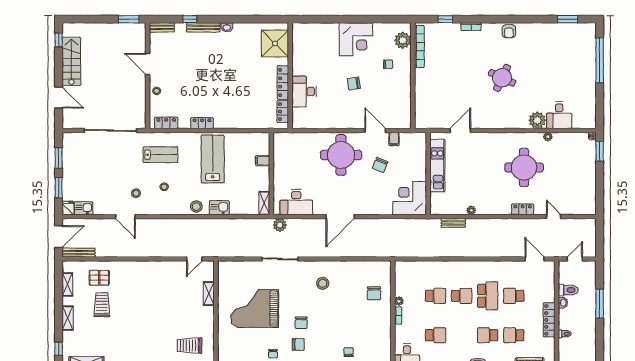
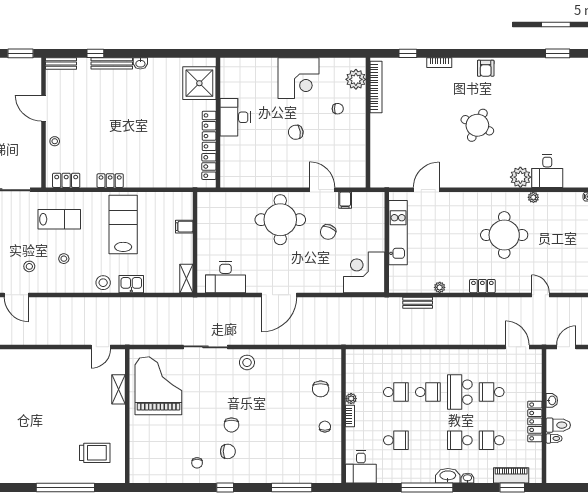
desk: (304, 92) -> (235, 117), moved
locker: (523, 209) -> (482, 286), moved
plant: (280, 225) -> (205, 305), removed
stool: (323, 283) -> (247, 362), moved
toilet: (568, 290) -> (558, 425), moved
school desk: (488, 296) -> (460, 392), turned 180
grand piano: (255, 308) -> (158, 386), moved, turned 90
trolley: (189, 346) -> (95, 453), turned 180
chair: (349, 352) -> (325, 427), moved

